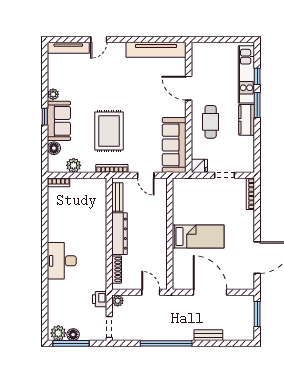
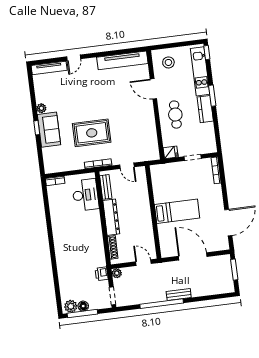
stool: (210, 59) -> (168, 62), added
window: (257, 76) -> (207, 53), moved
rug: (109, 131) -> (92, 133), turned 90
sofa: (174, 145) -> (147, 138), removed
floor lamp: (54, 148) -> (48, 153), removed
plant: (74, 165) -> (66, 165), removed
desk: (62, 261) -> (85, 195), moved, turned 180
bench: (208, 335) -> (179, 295), moved

